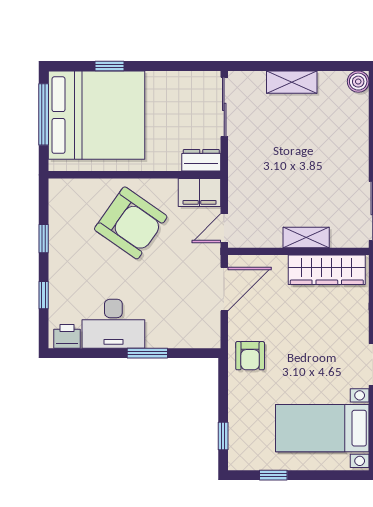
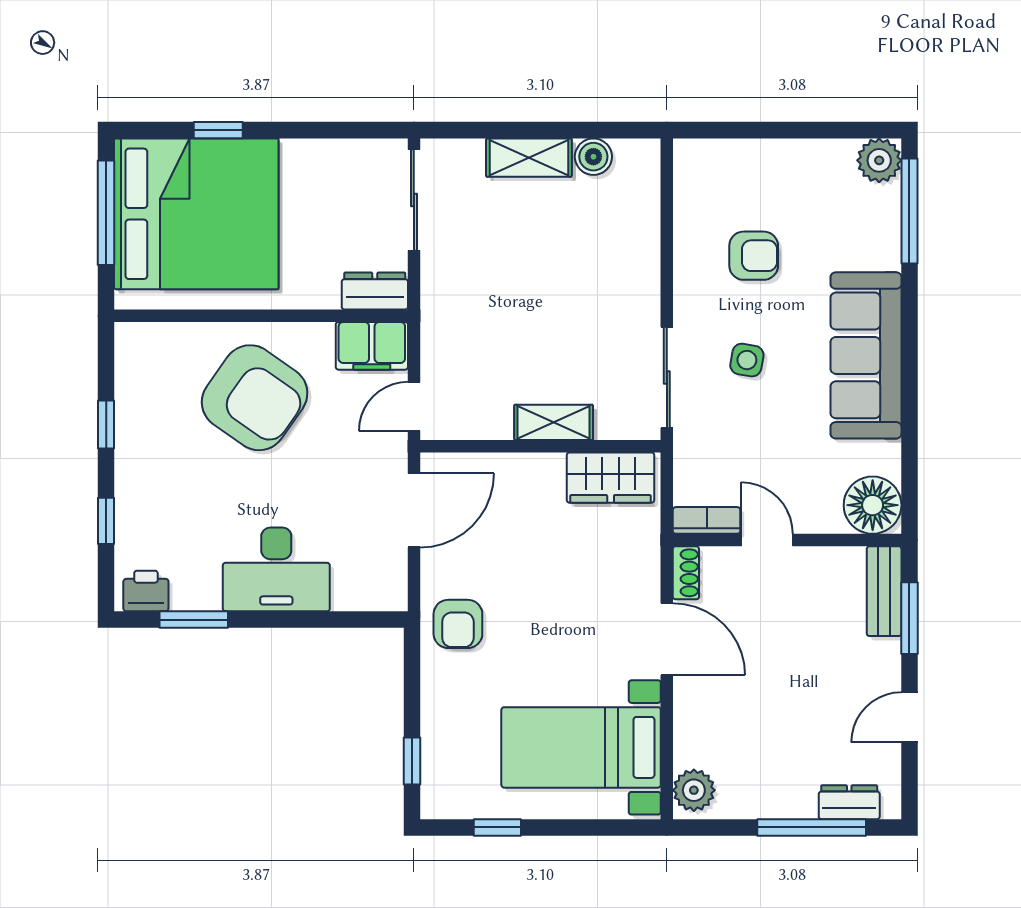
boiler: (358, 82) -> (593, 157), moved
wardrobe: (327, 270) -> (611, 478), width x0.67
desk: (113, 324) -> (276, 569), moved
window: (147, 353) -> (194, 620), moved

